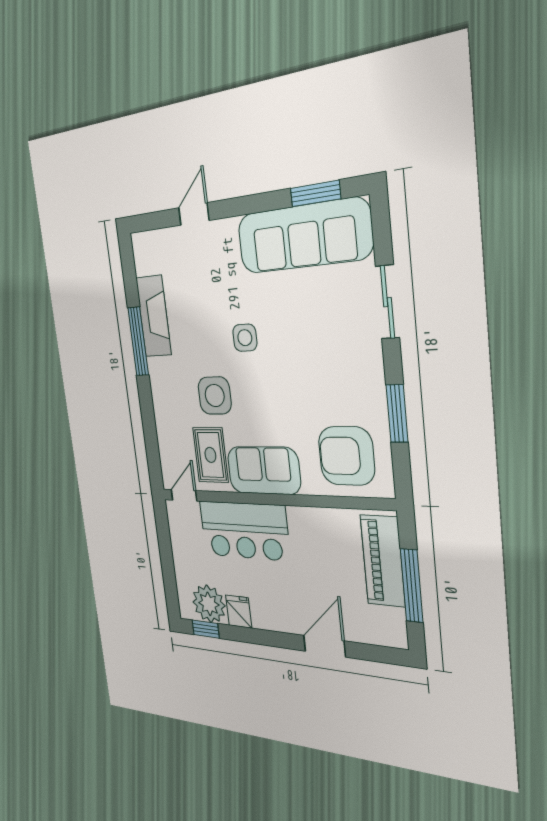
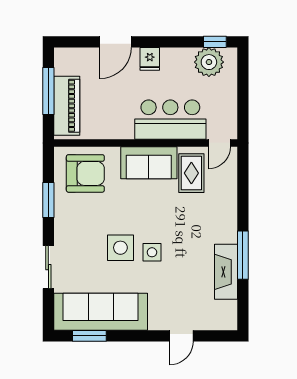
side table: (215, 396) -> (120, 248), moved
fridge: (239, 612) -> (150, 59), moved

